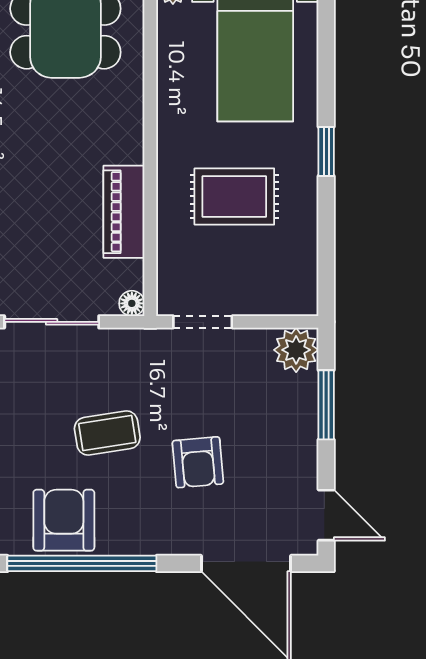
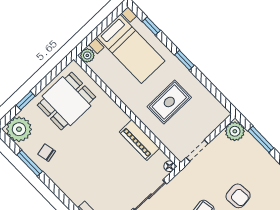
window: (326, 42) -> (151, 26), added

